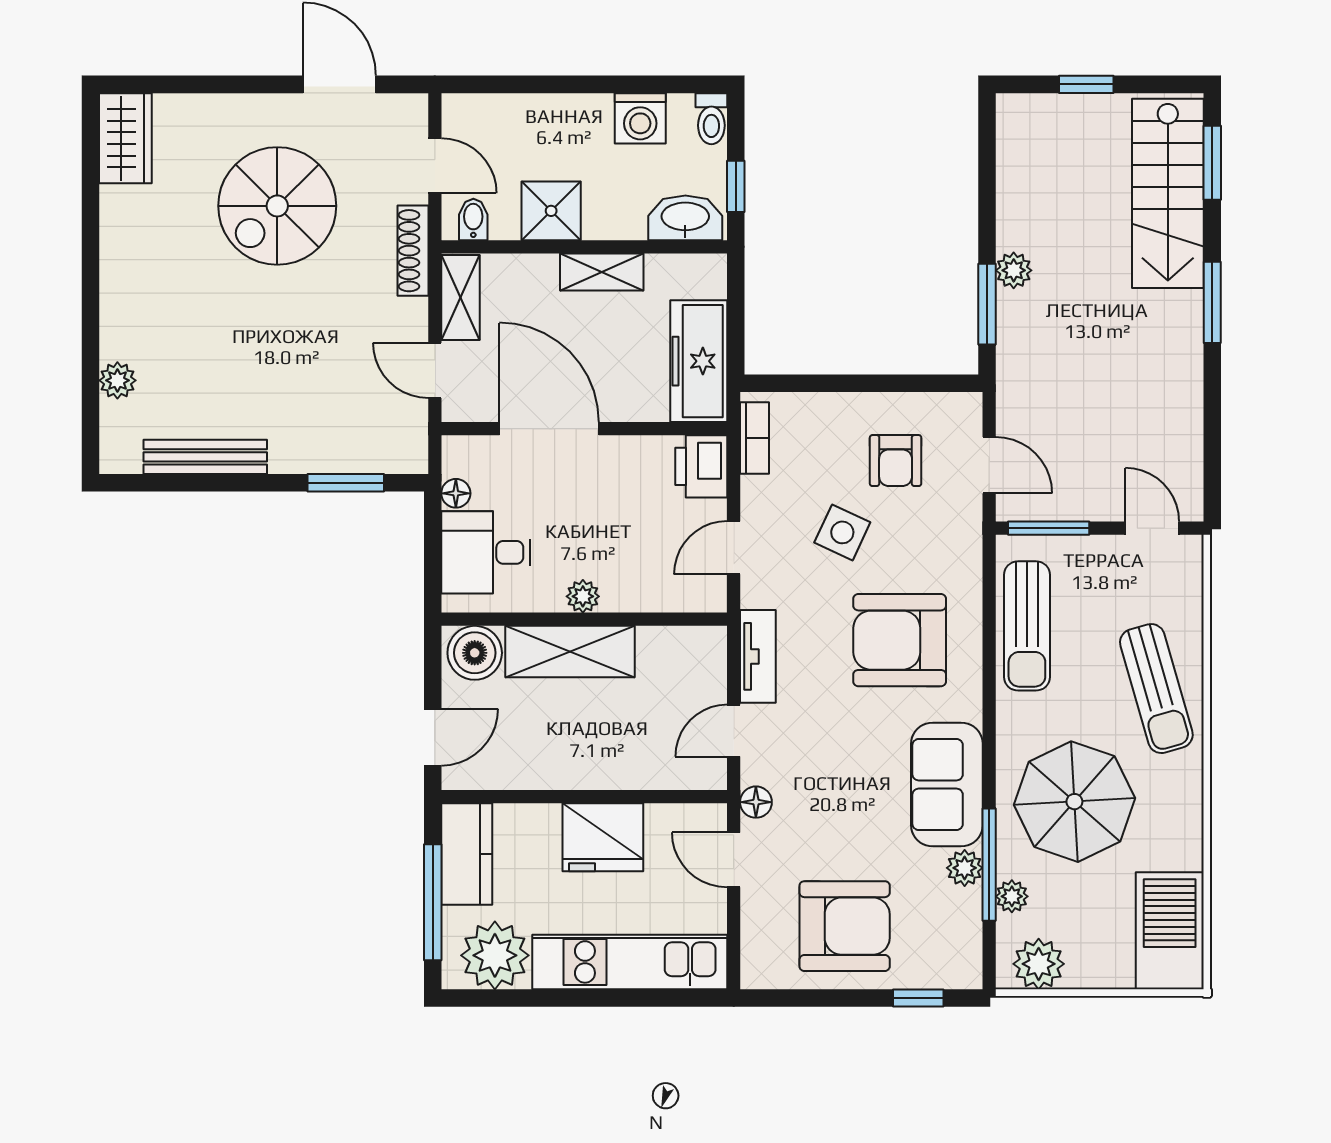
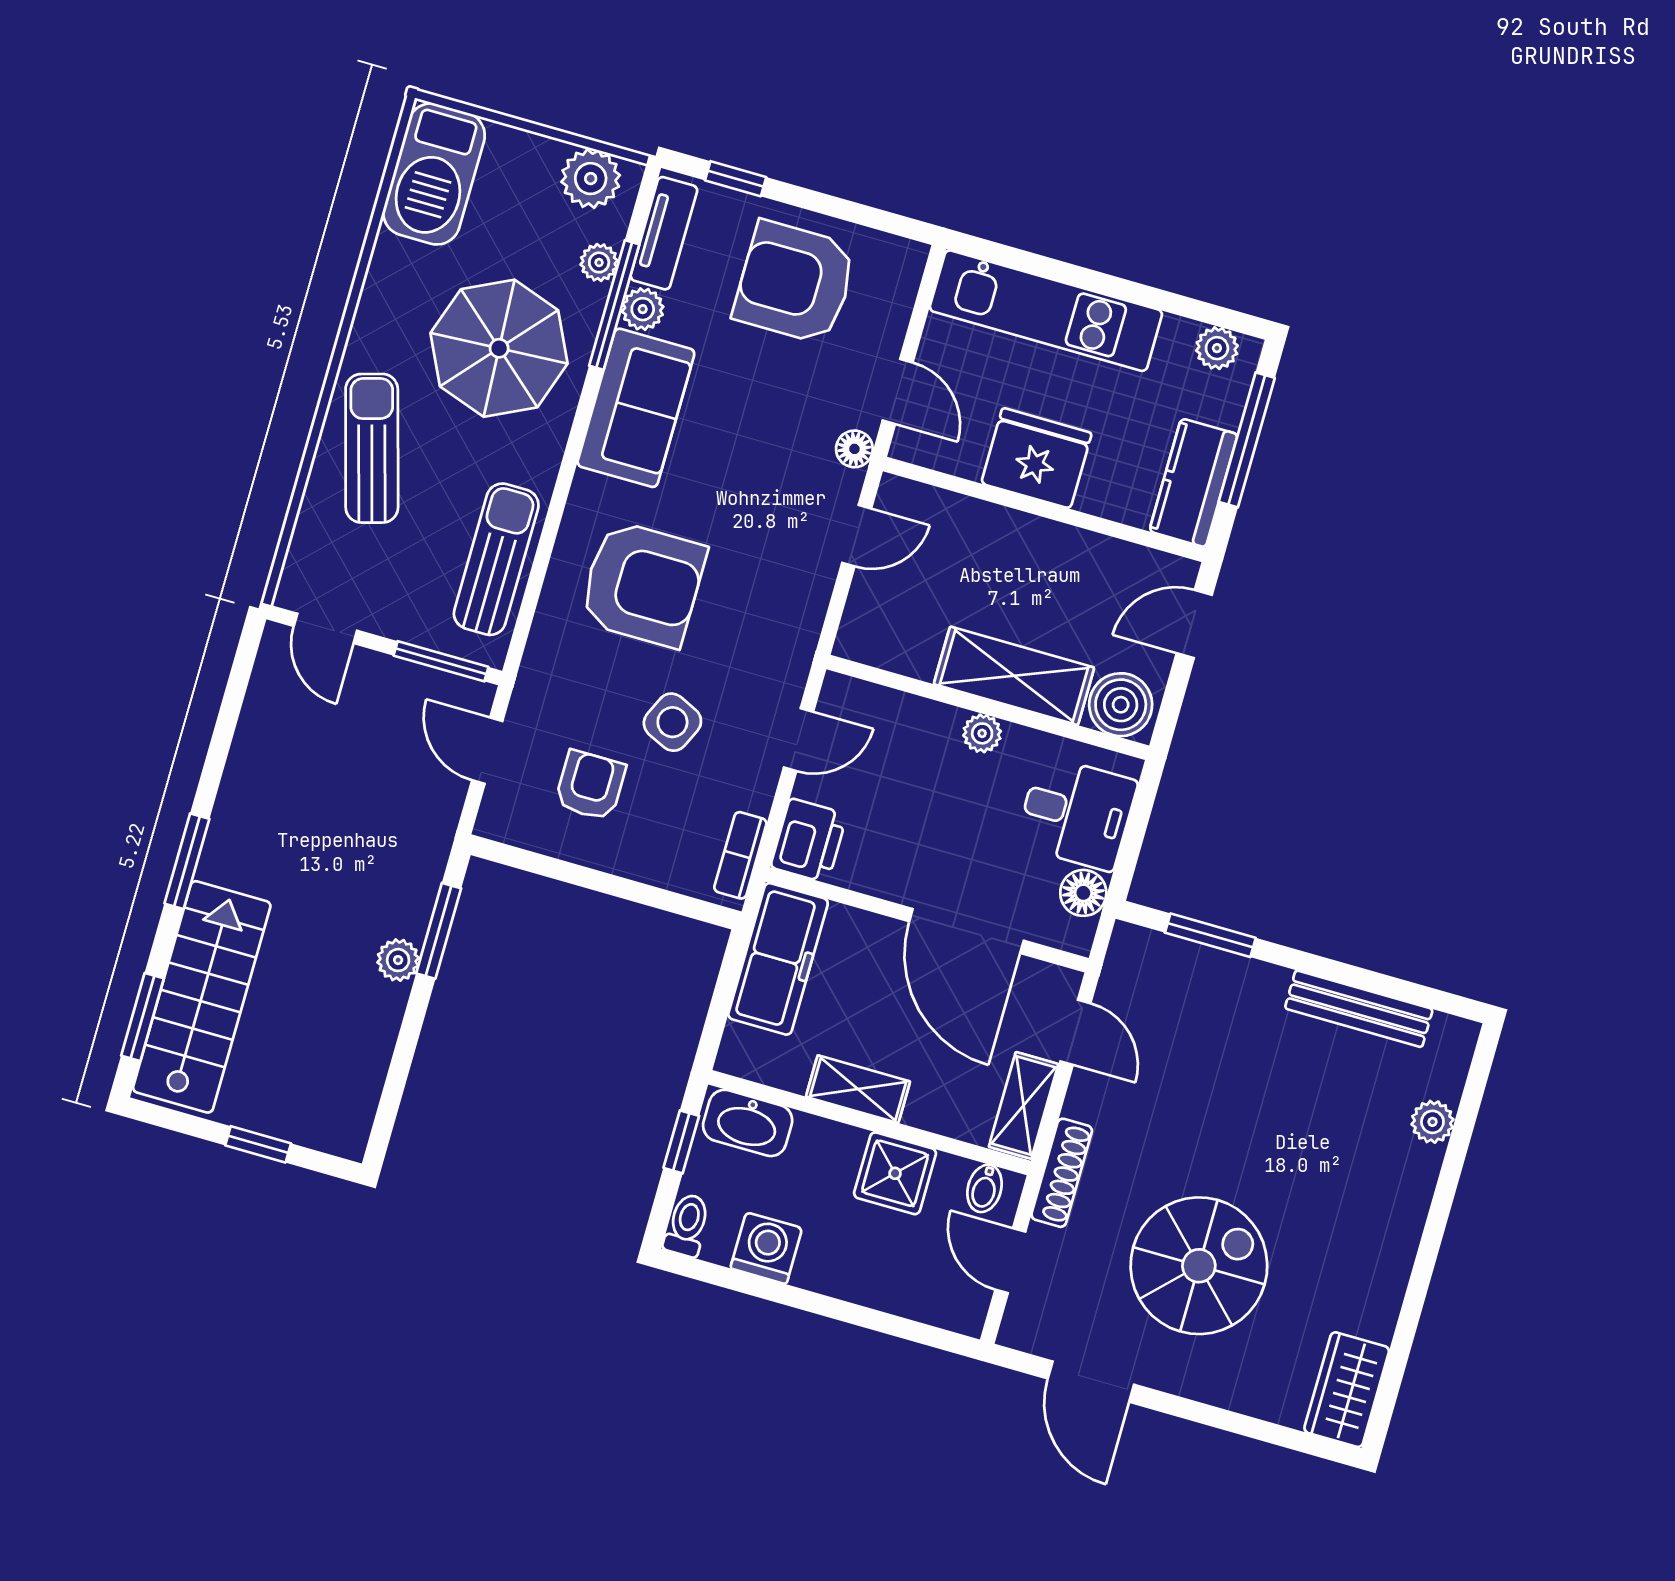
floor lamp: (456, 493) -> (1083, 893), width x1.37, depth x1.37
tv unit: (758, 656) -> (664, 233), moved, turned 180
plant: (495, 955) -> (1217, 348), width x0.53, depth x0.53

